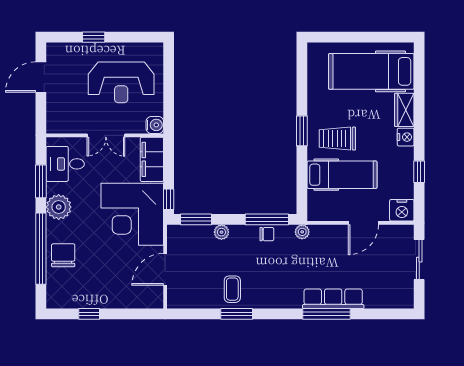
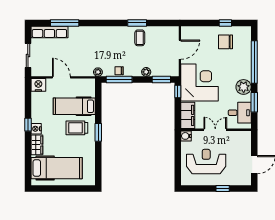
trolley: (337, 139) -> (77, 128), turned 180
window: (419, 172) -> (28, 125), moved
door: (363, 223) -> (61, 77), hinge flipped
chair: (63, 255) -> (225, 42), moved, turned 90
row of seats: (333, 299) -> (49, 32), moved
window: (327, 314) -> (65, 23), moved

